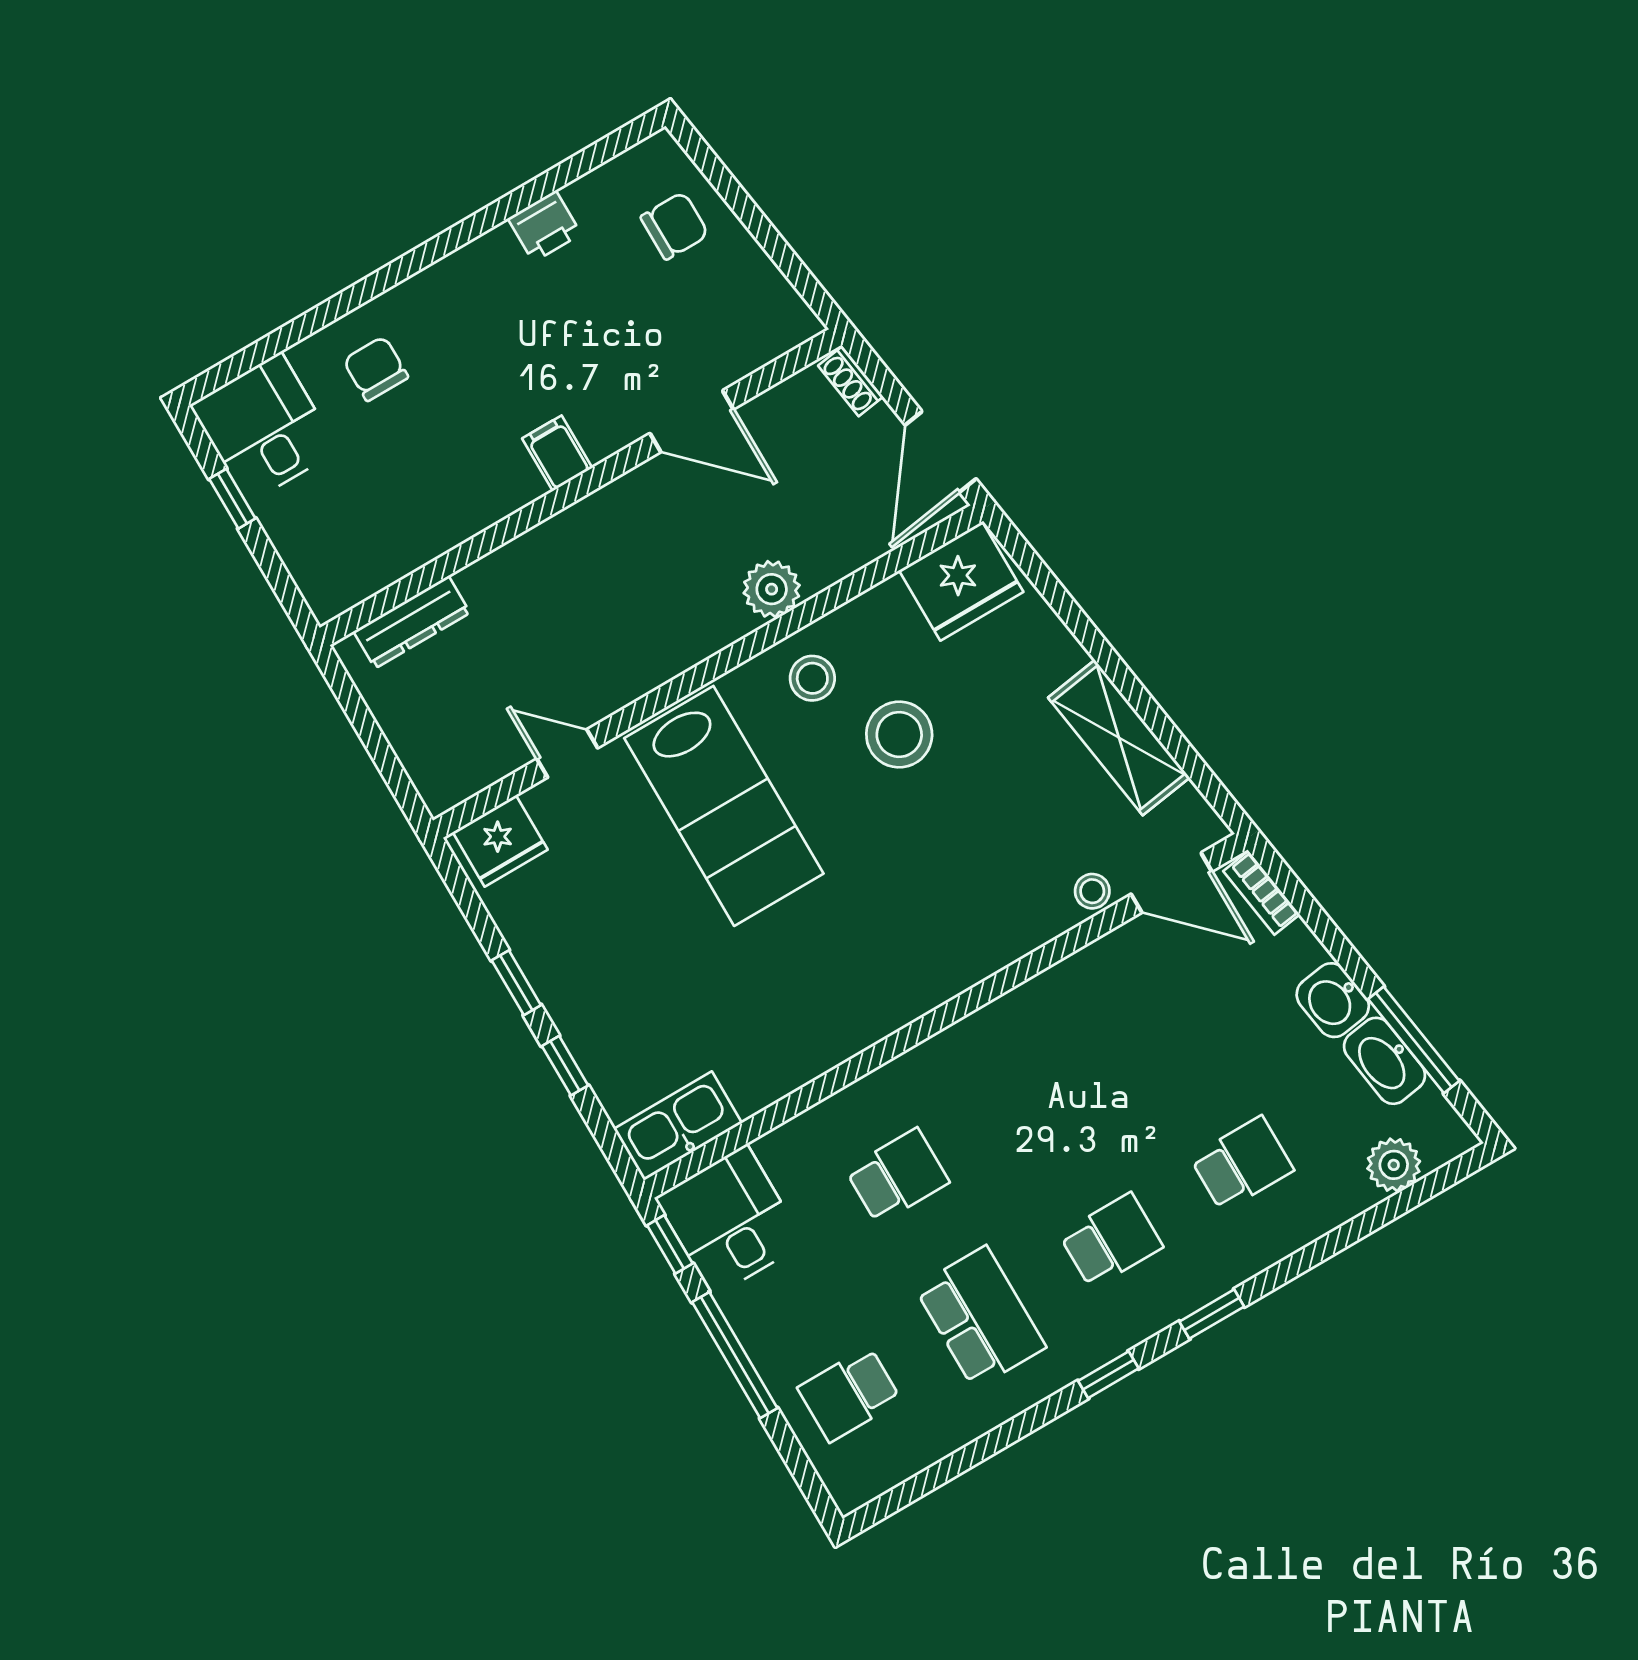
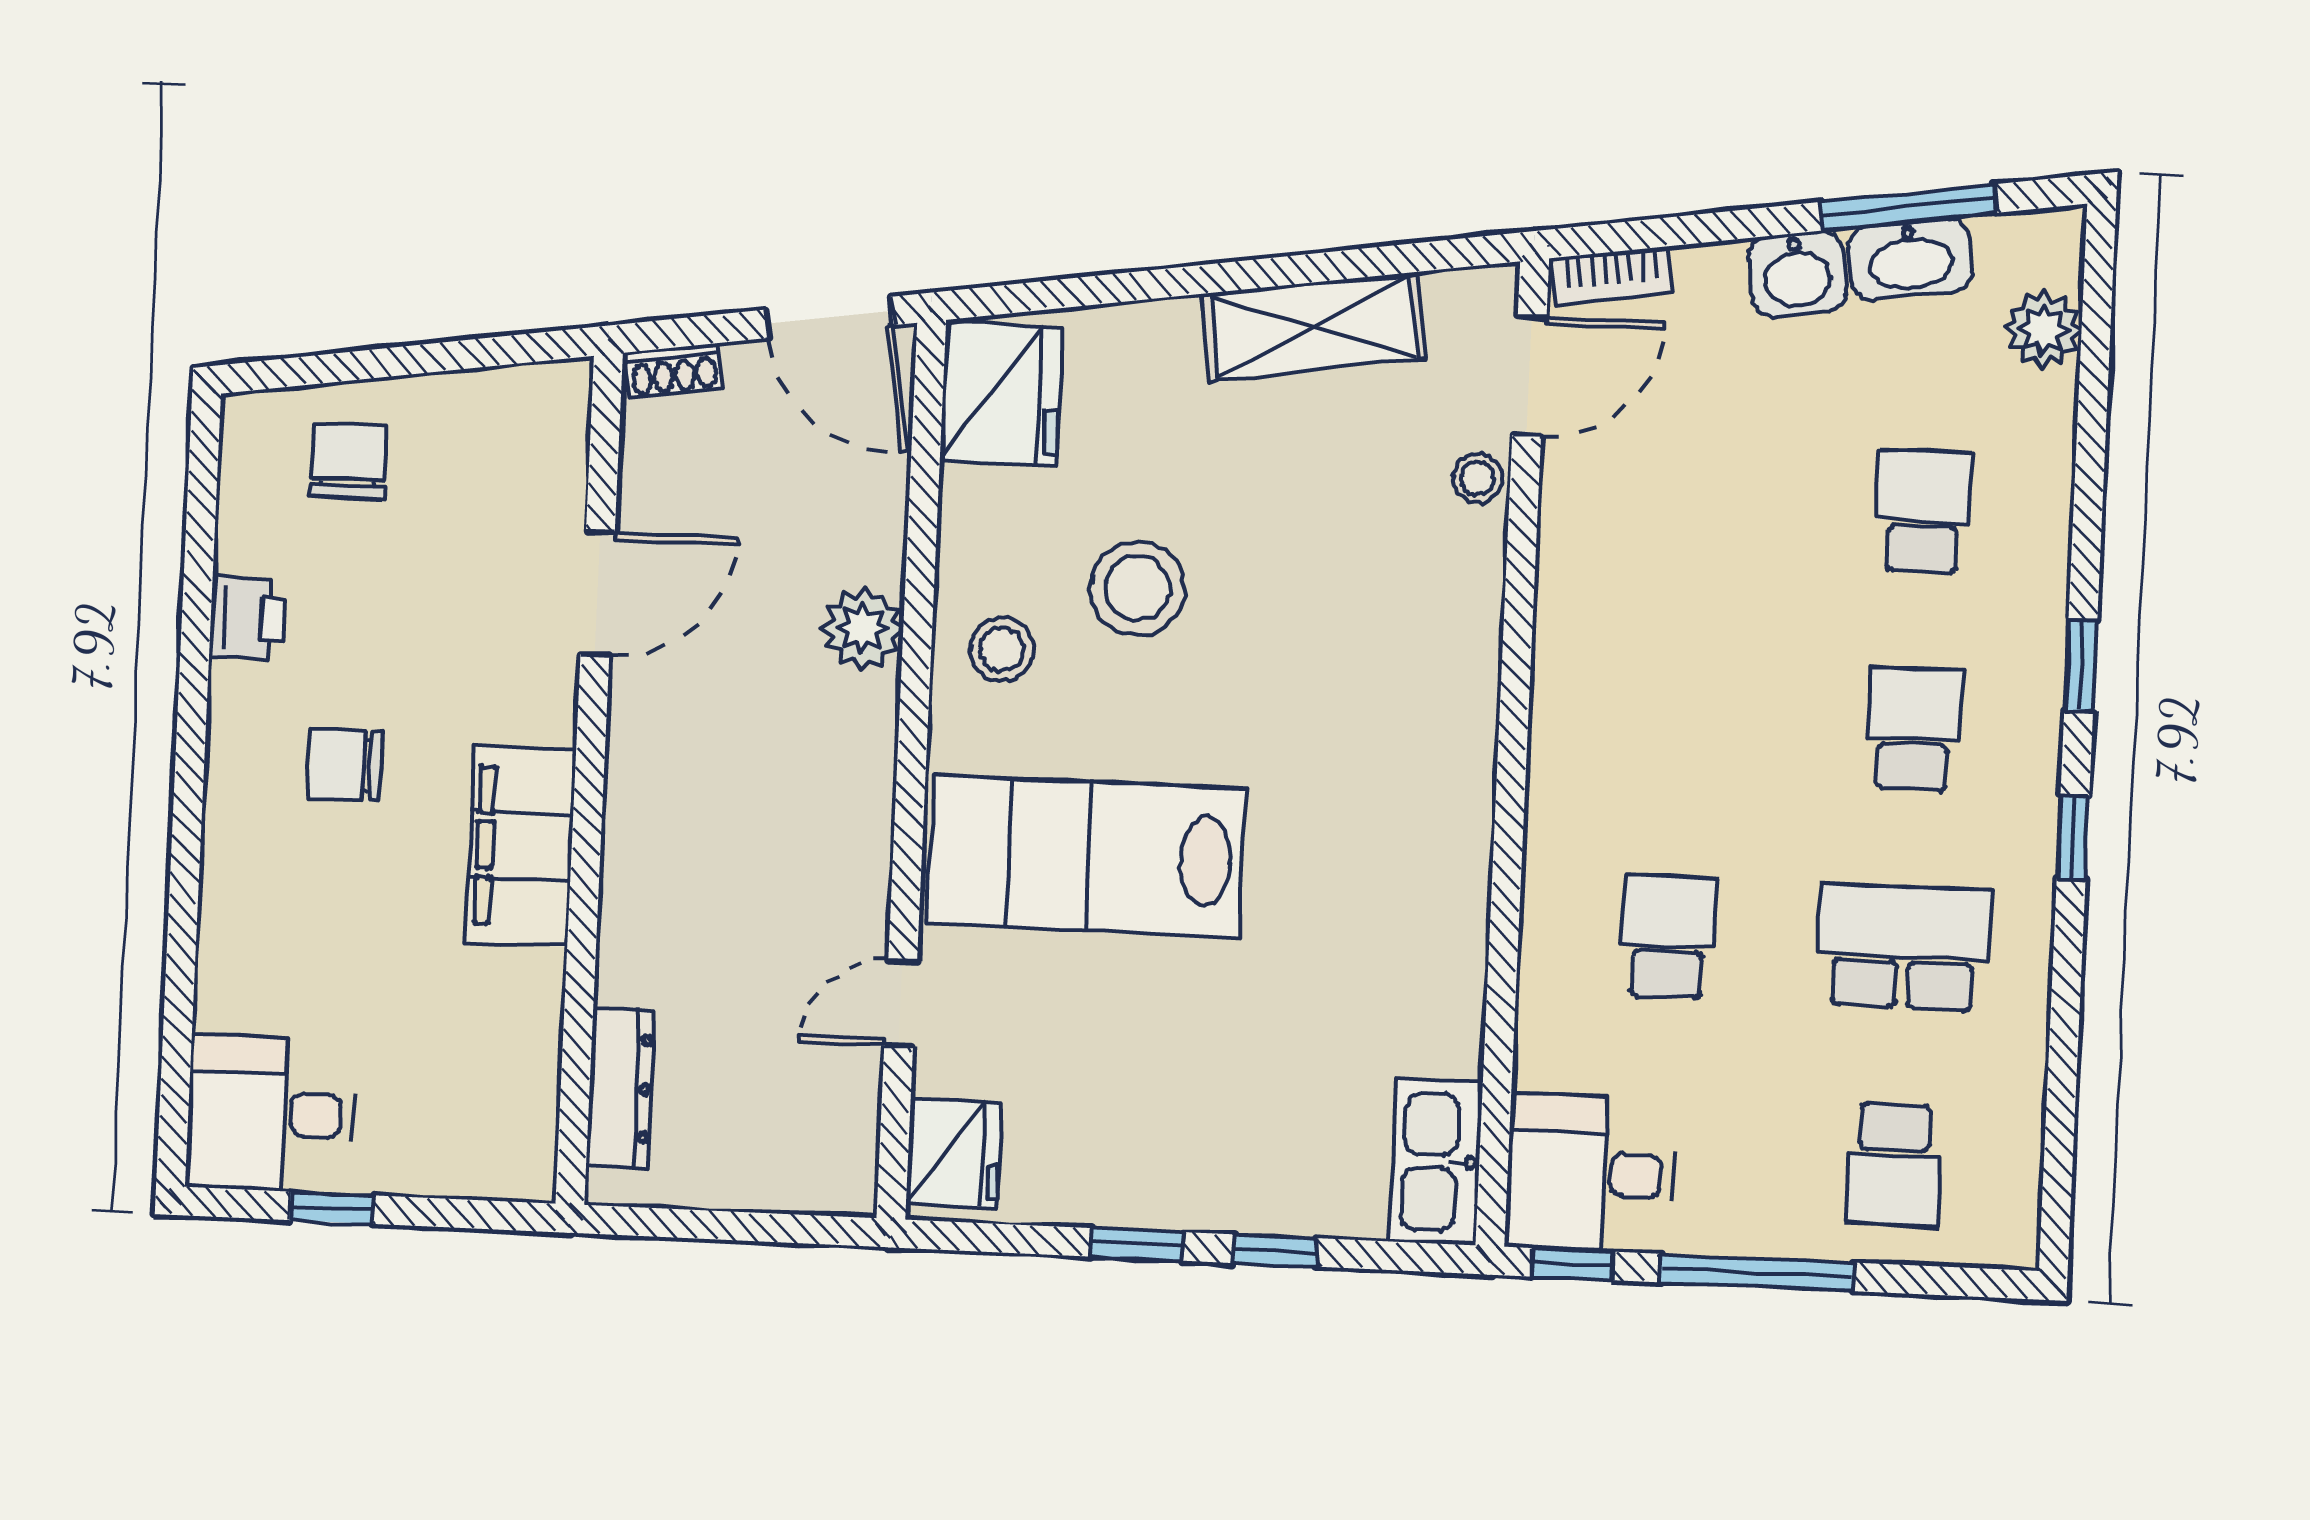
chair: (376, 369) -> (345, 765), moved
filing cabinet: (557, 453) -> (521, 846), width x3.00, depth x1.17
lab bench: (724, 806) -> (1086, 856), turned 180

